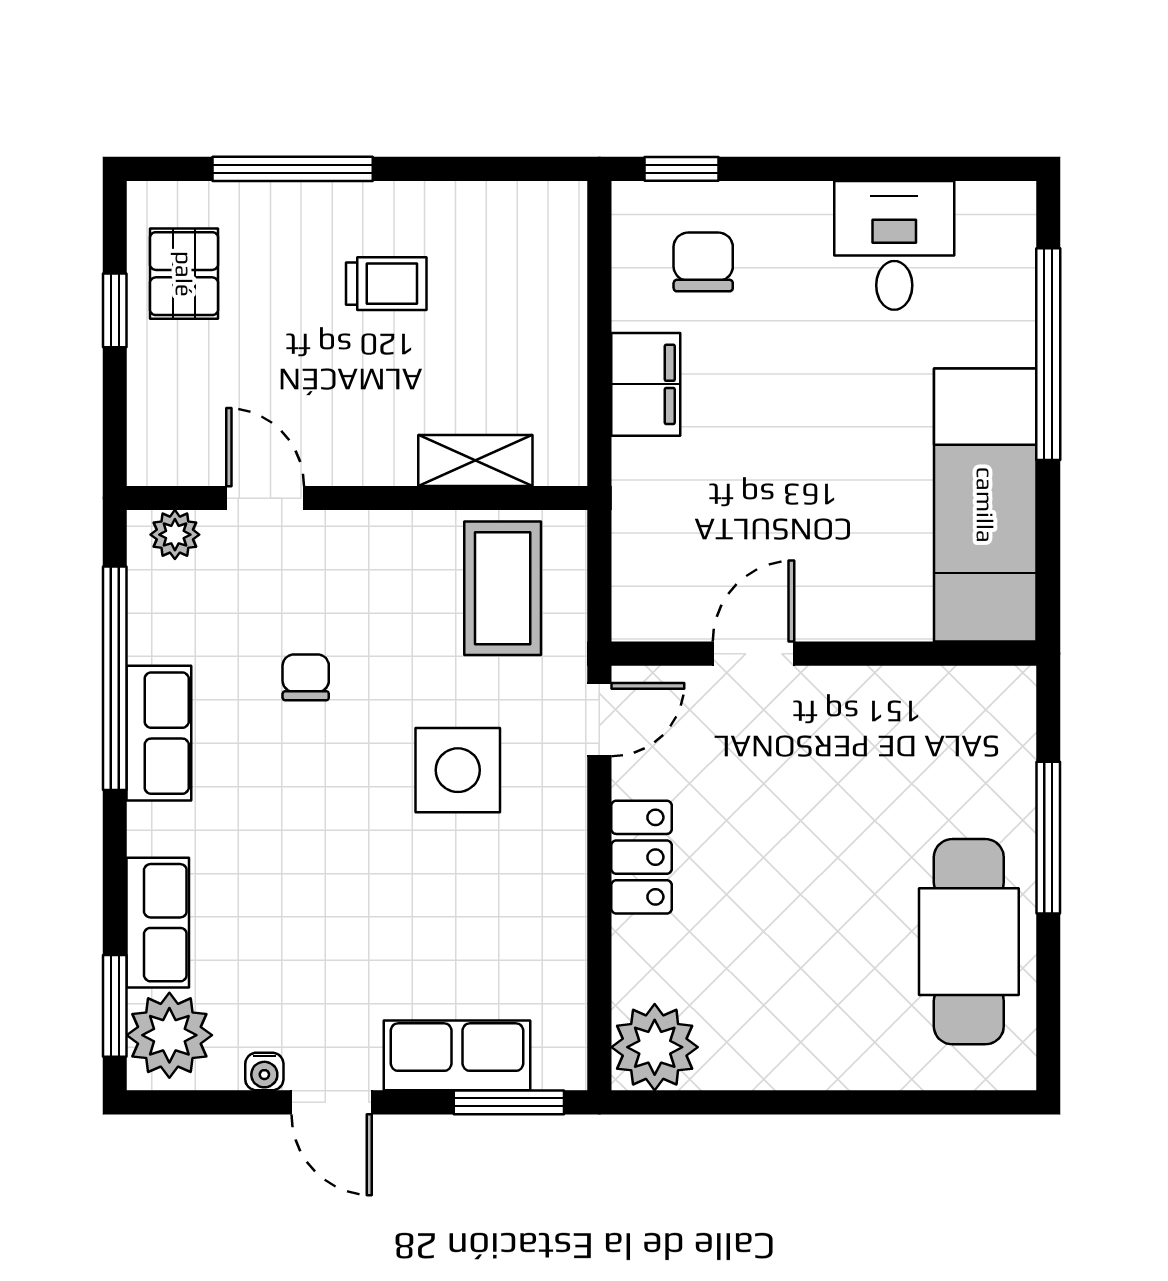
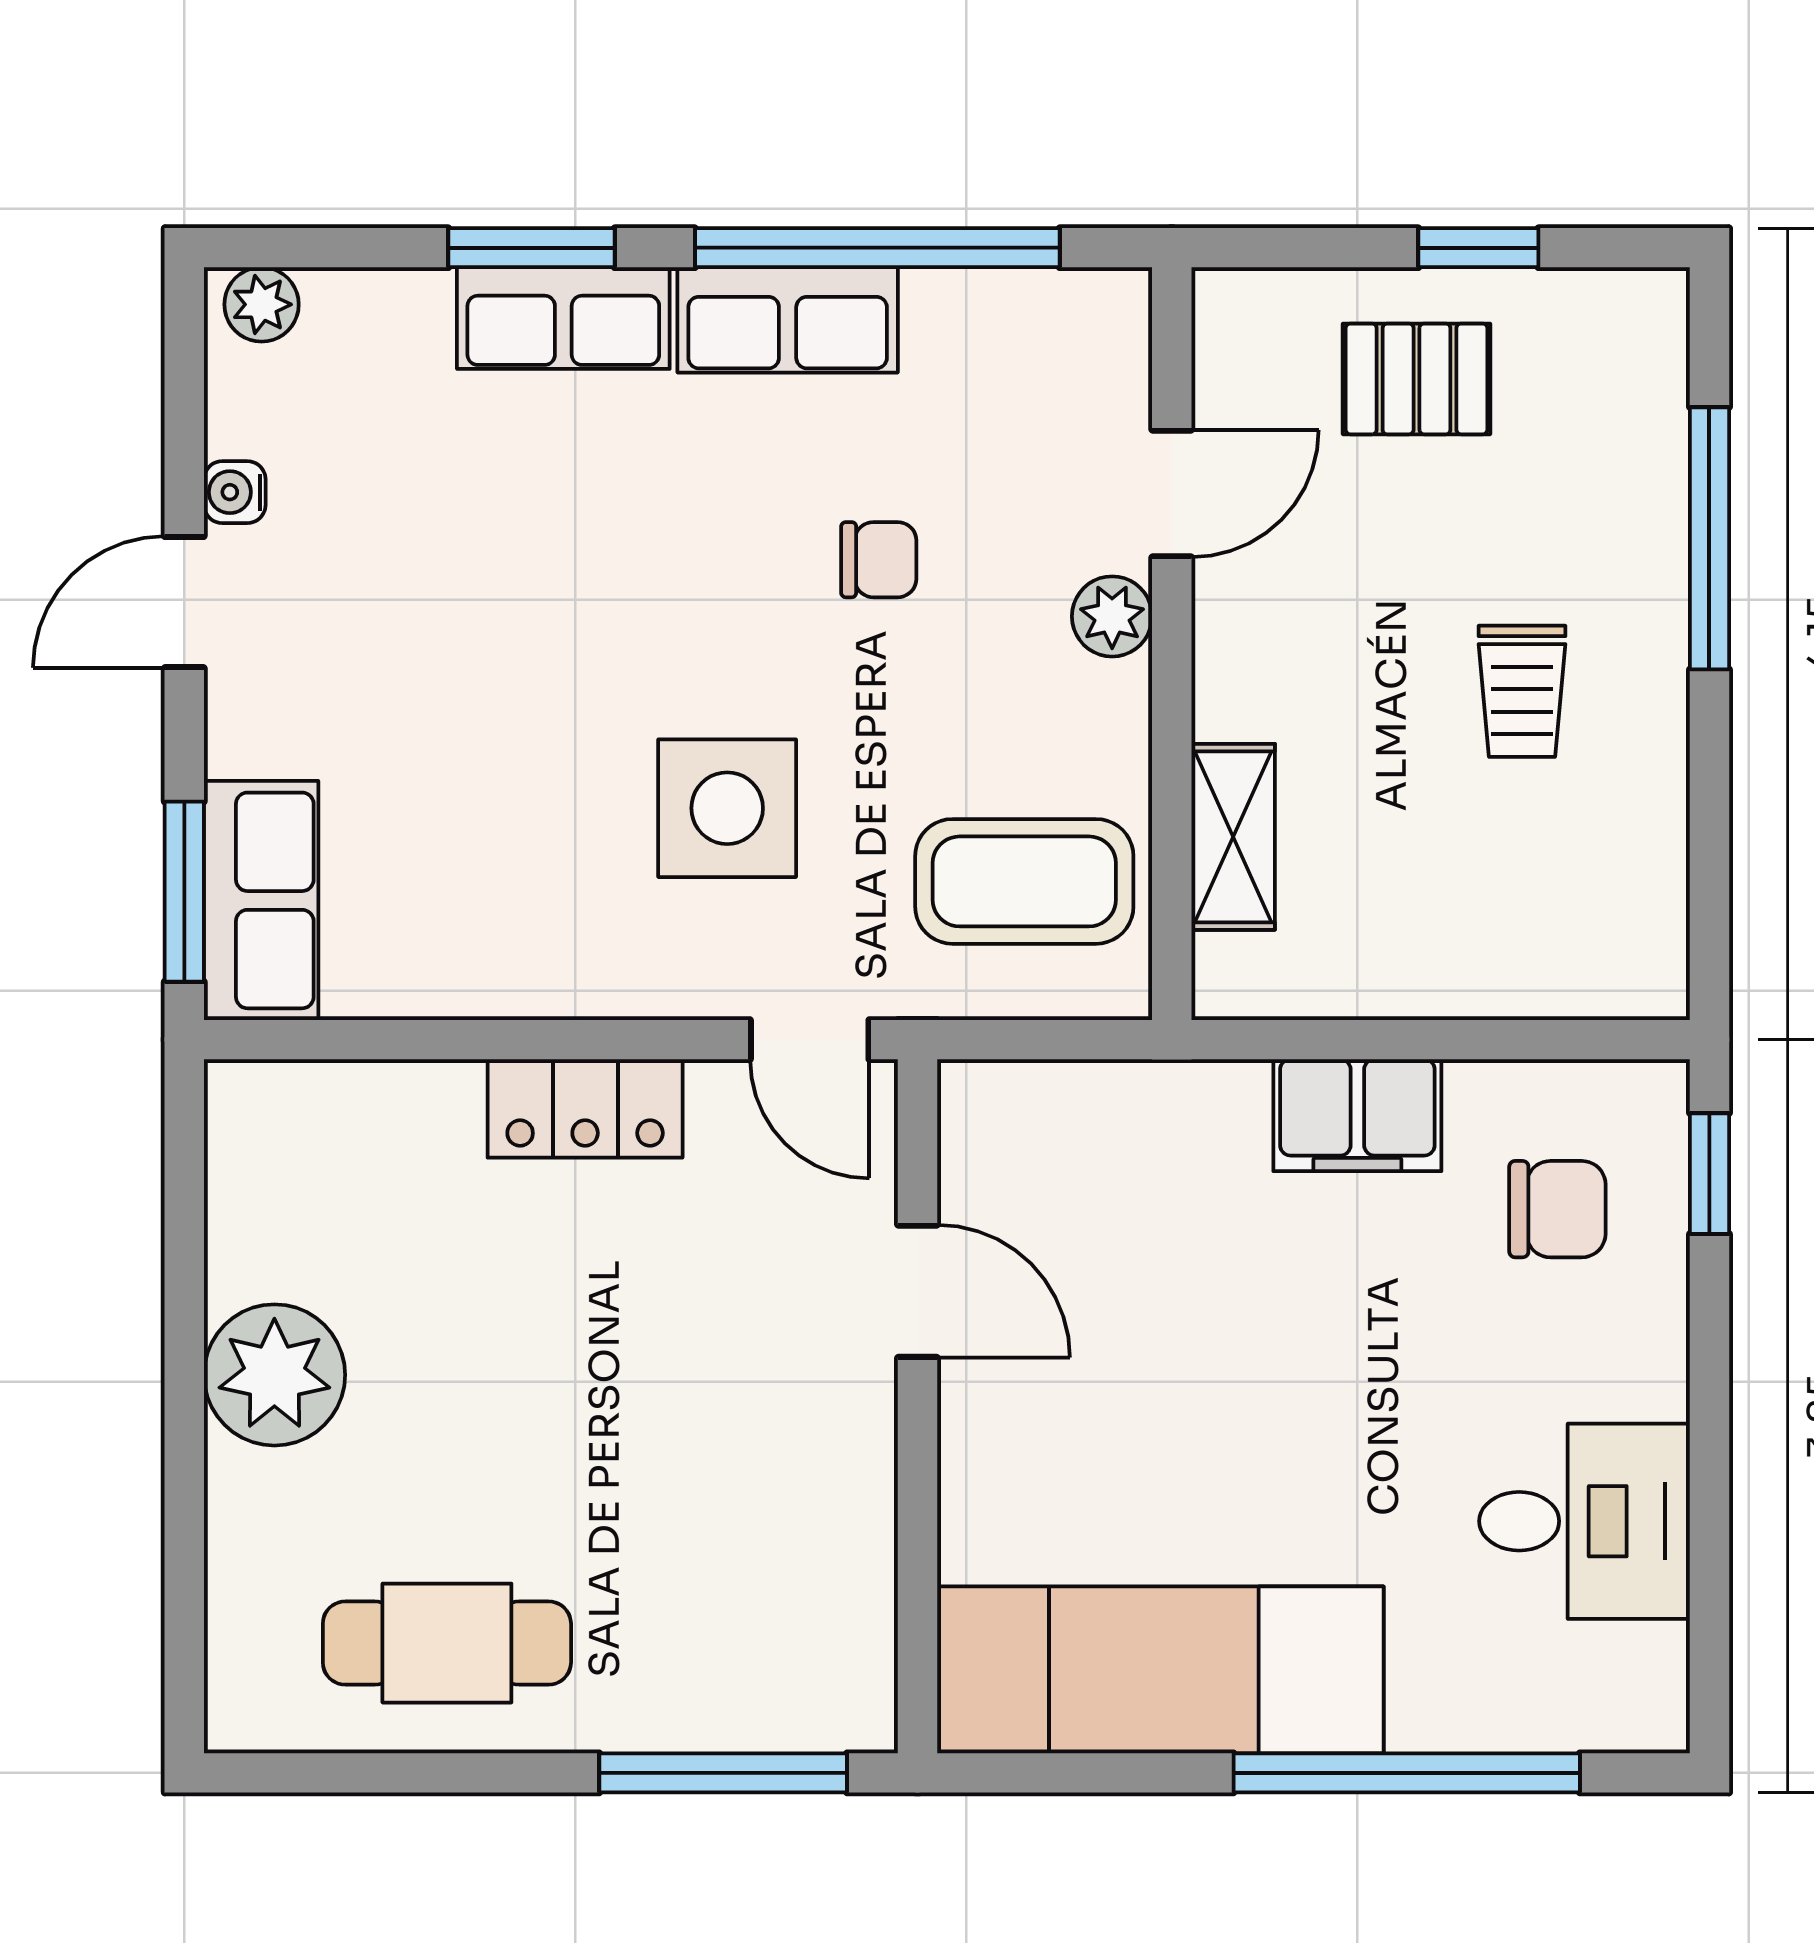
pallet: (184, 274) -> (1417, 379), moved
plant: (175, 535) -> (1112, 616), moved
window: (1048, 838) -> (723, 1773), moved
row of seats: (158, 923) -> (563, 318), moved
cafe table: (969, 942) -> (447, 1643), width x0.73, depth x0.74
window: (115, 1006) -> (531, 248), moved
plant: (169, 1035) -> (262, 304), width x0.53, depth x0.53
plant: (655, 1047) -> (274, 1375), moved
row of seats: (457, 1055) -> (261, 900), moved

